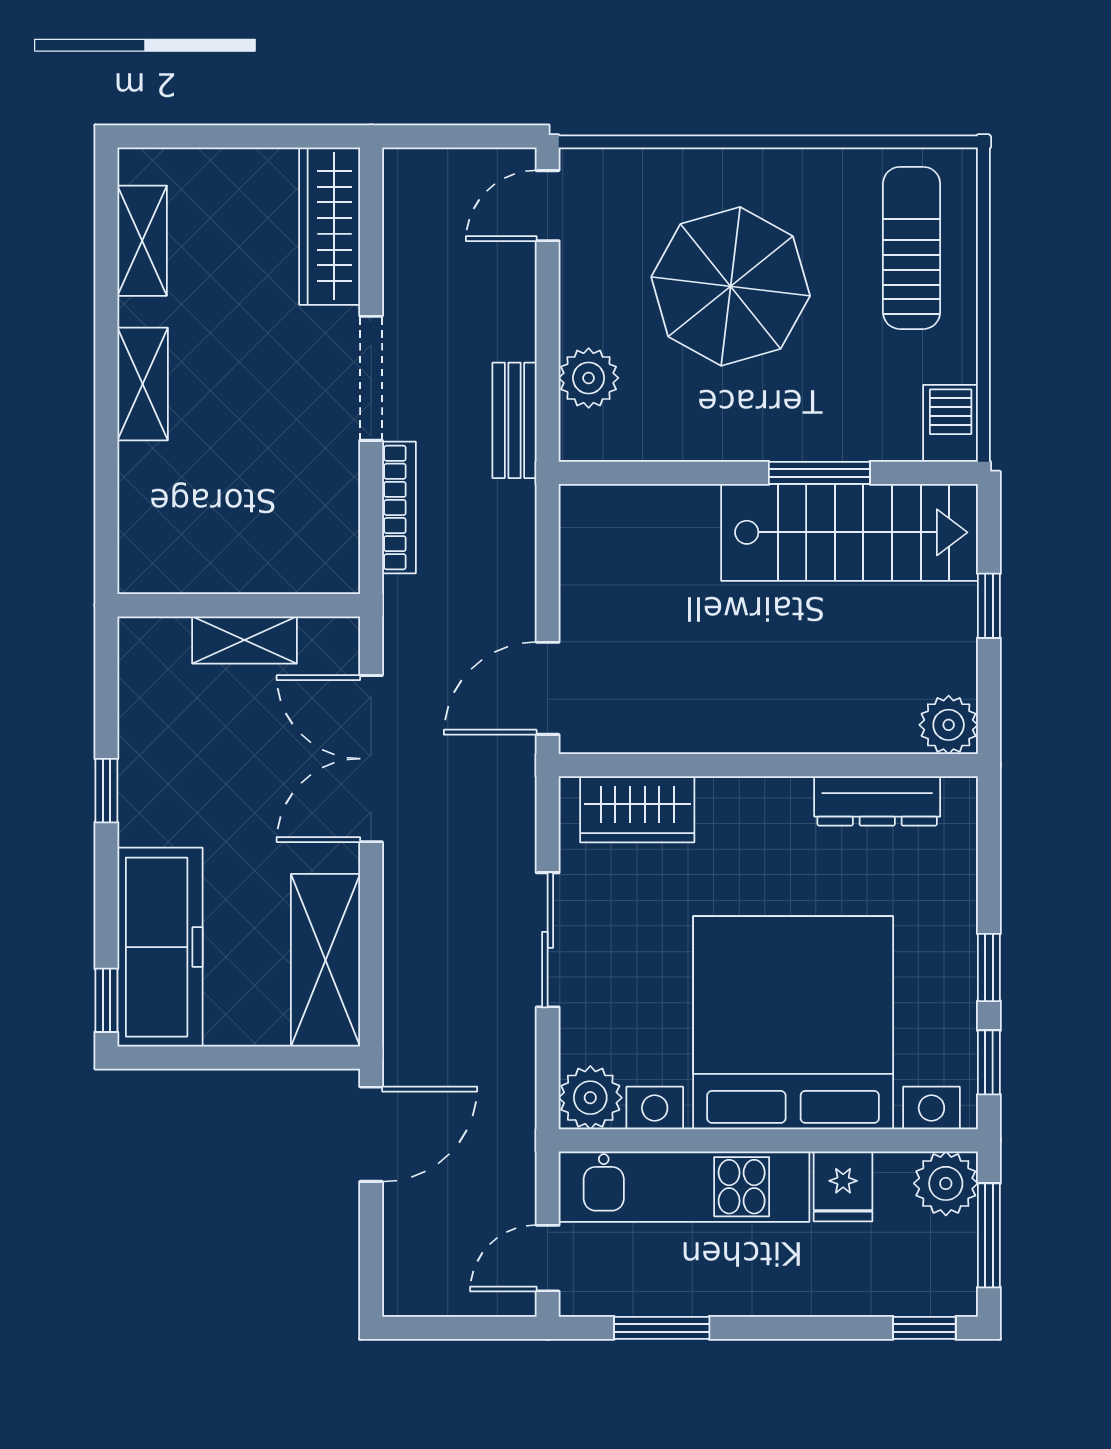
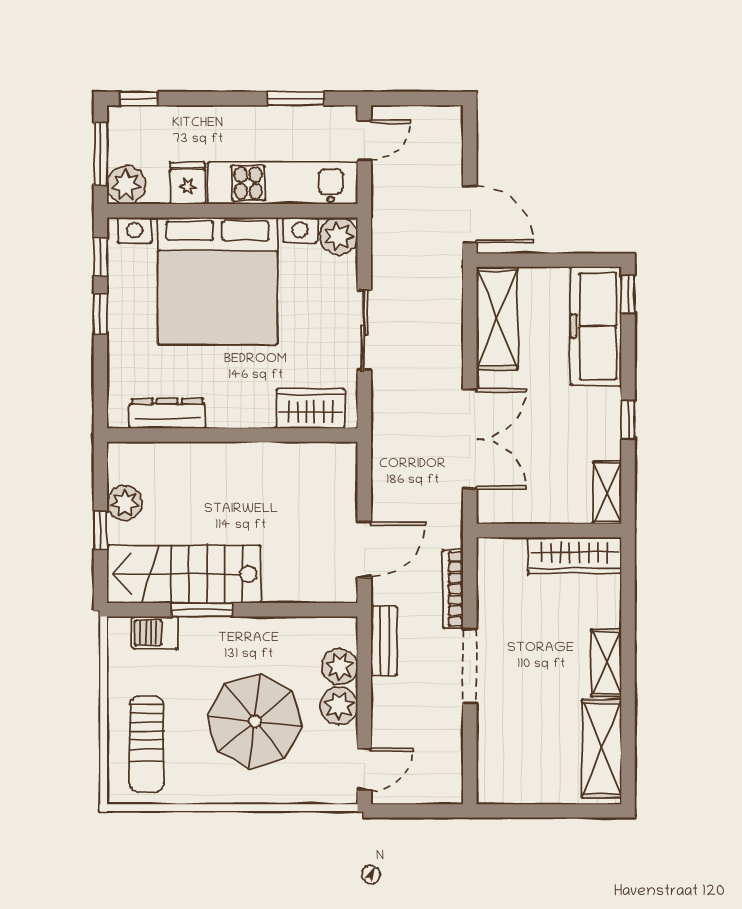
wardrobe: (330, 226) -> (574, 555), moved, turned 90
shelving: (142, 241) -> (602, 749), width x1.50, depth x1.33
plant: (590, 312) -> (339, 706), added
barbecue: (951, 423) -> (155, 633), moved, turned 90
shelving: (244, 640) -> (607, 493), moved, turned 90
door: (548, 688) -> (364, 549), moved
plant: (949, 725) -> (125, 503), moved
door: (371, 1134) -> (470, 214), swing flipped

